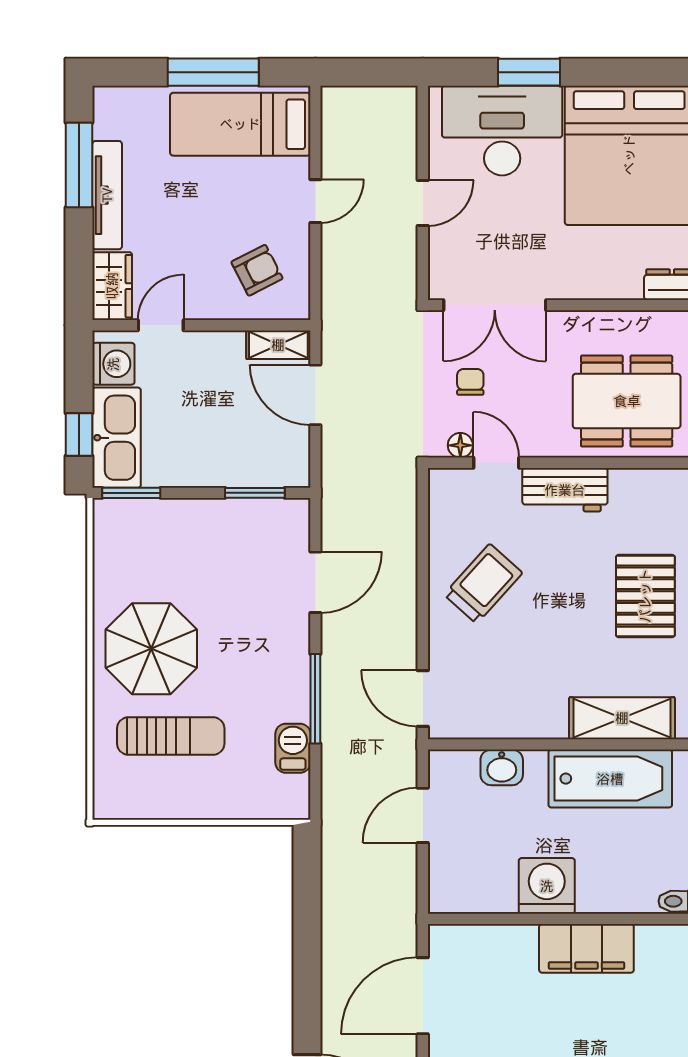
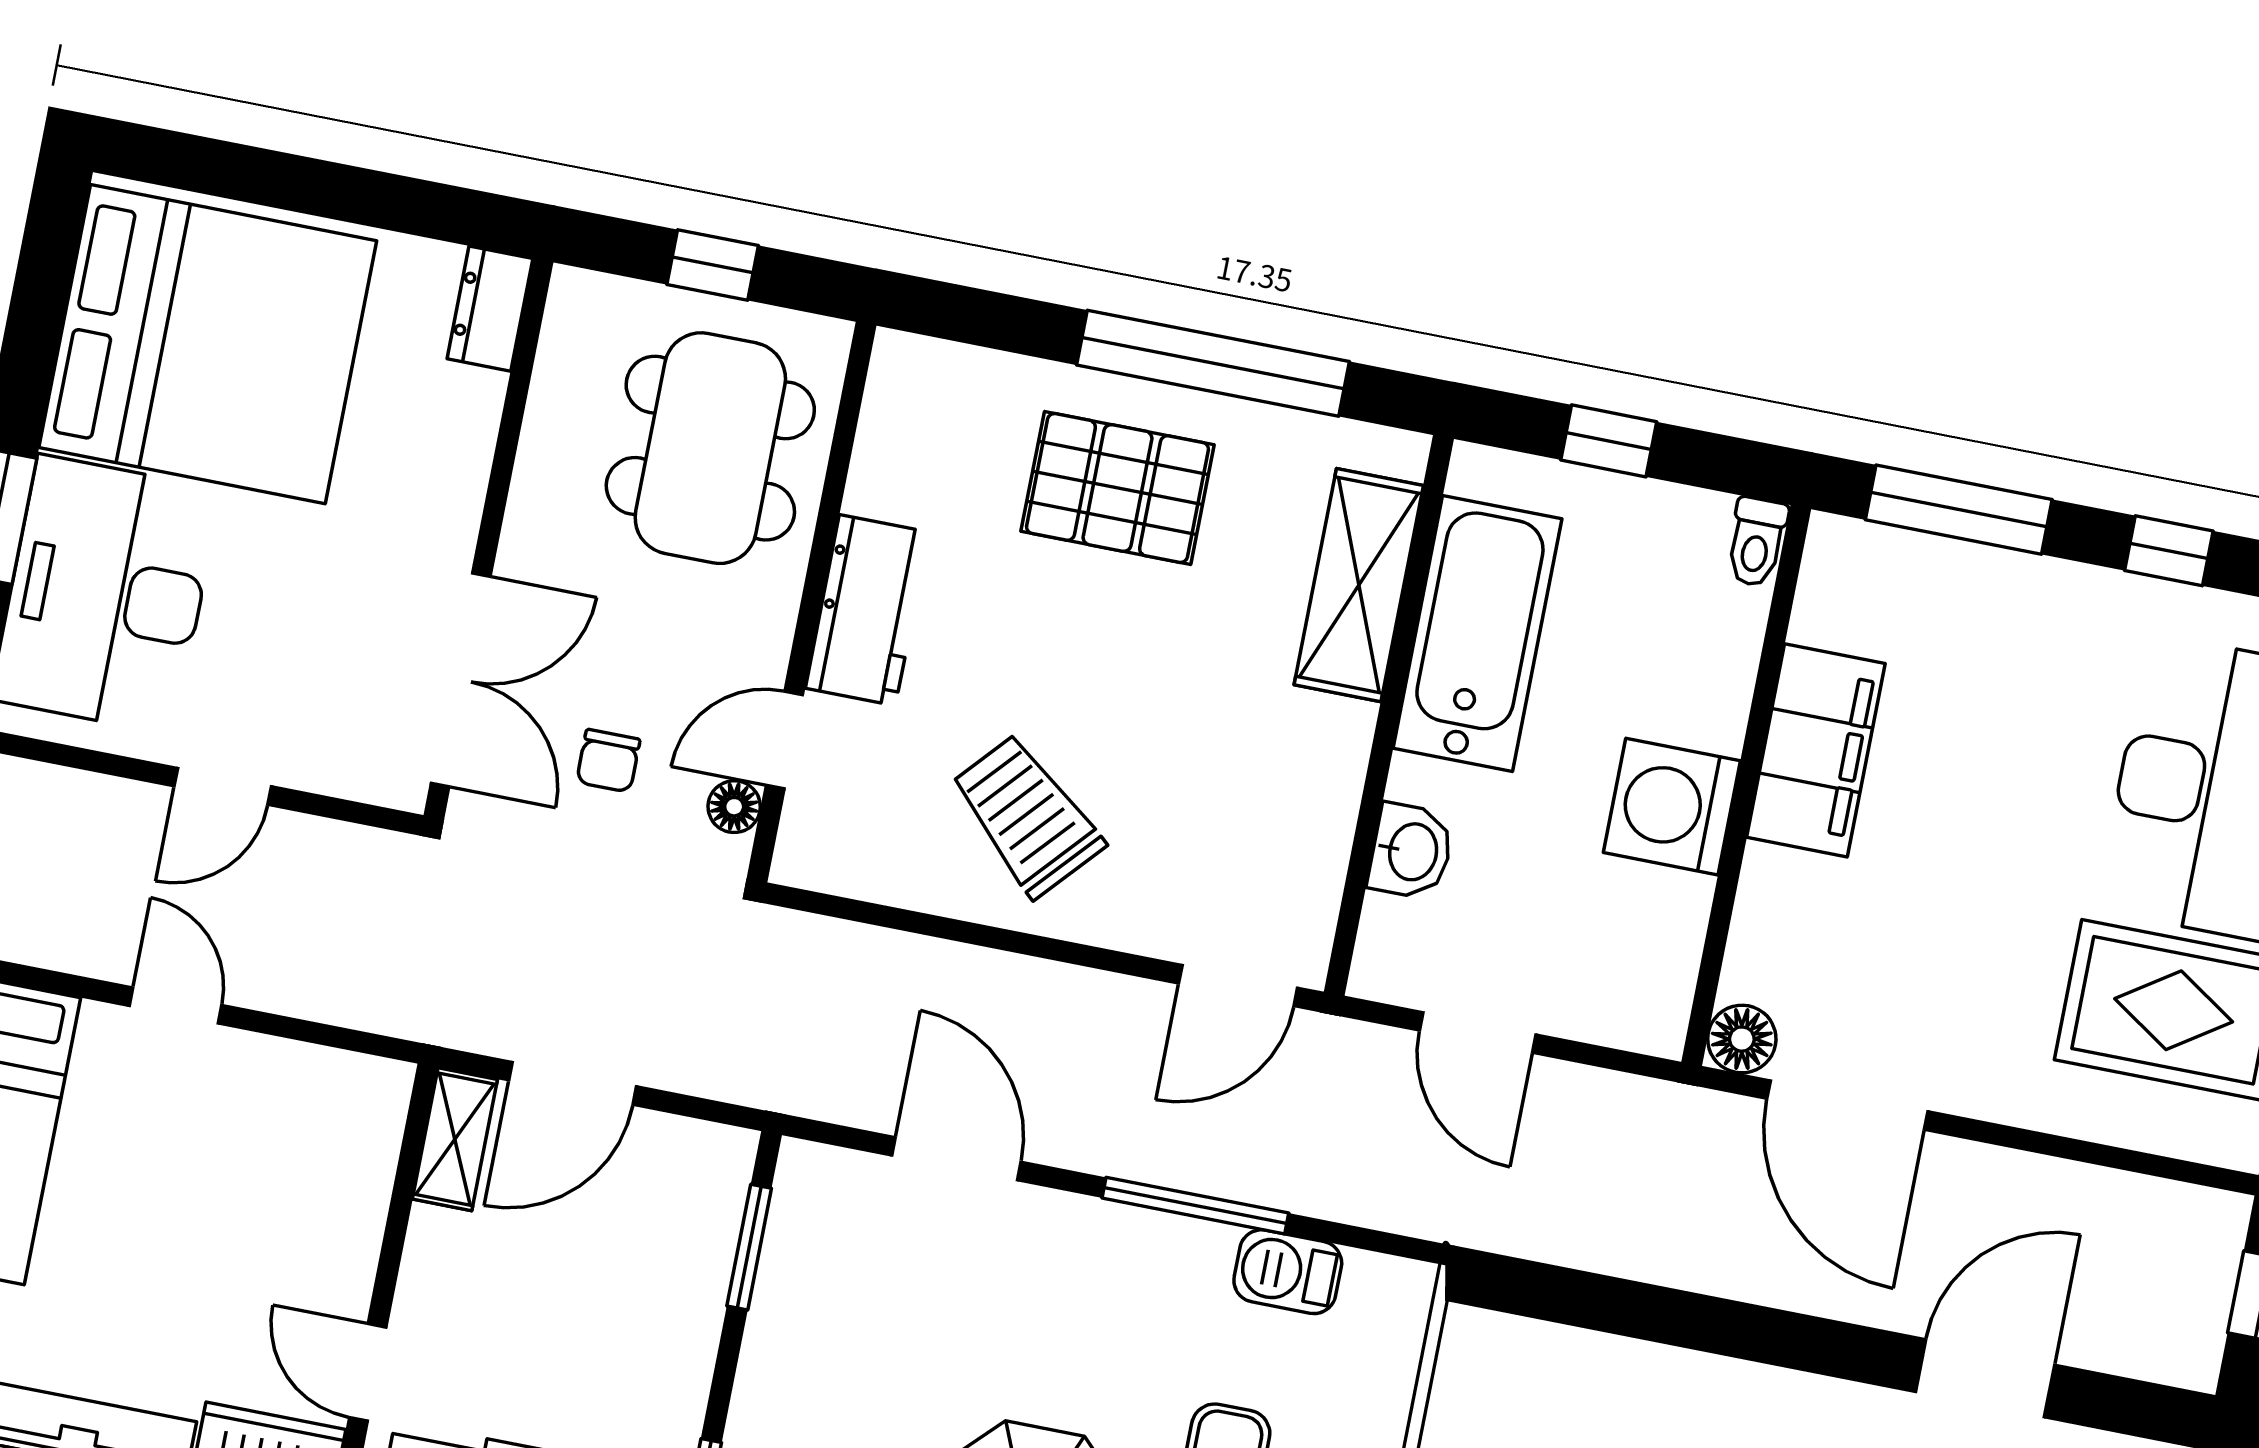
door: (423, 203) -> (223, 786), swing flipped
armchair: (257, 270) -> (294, 1153), removed
chair: (470, 382) -> (608, 761), turned -90
floor lamp: (444, 940) -> (1742, 1039), added

